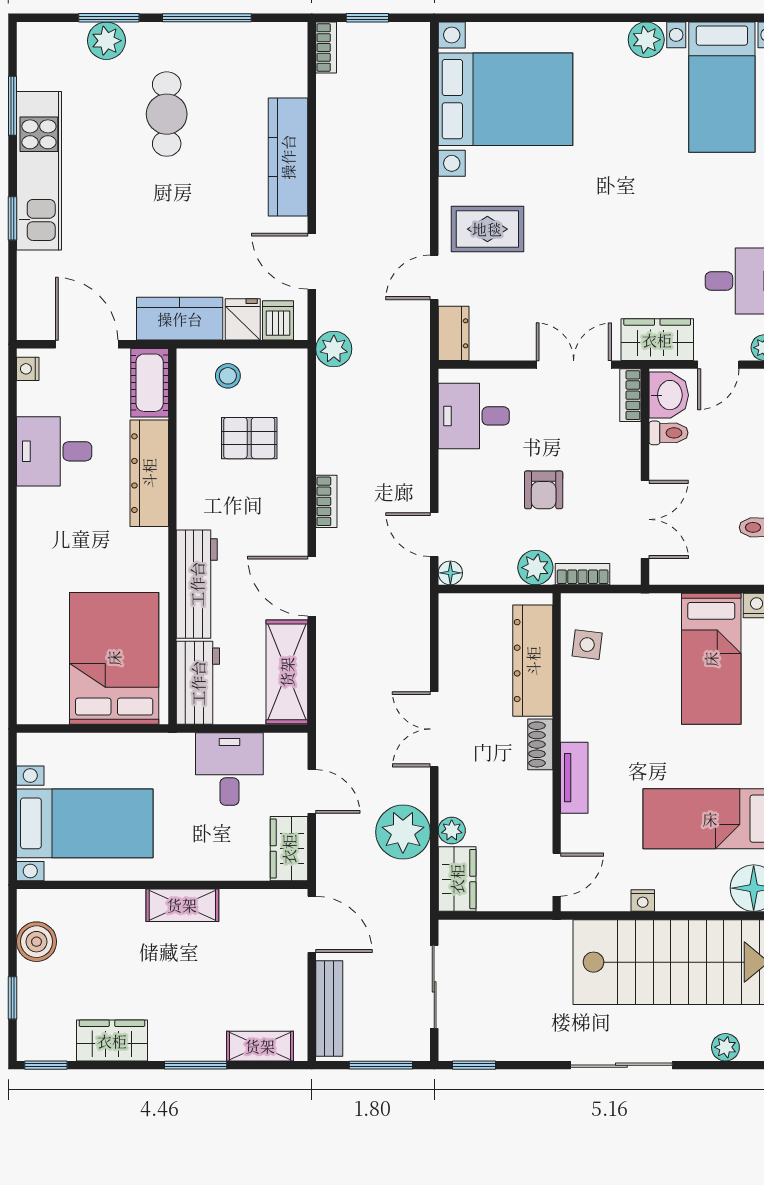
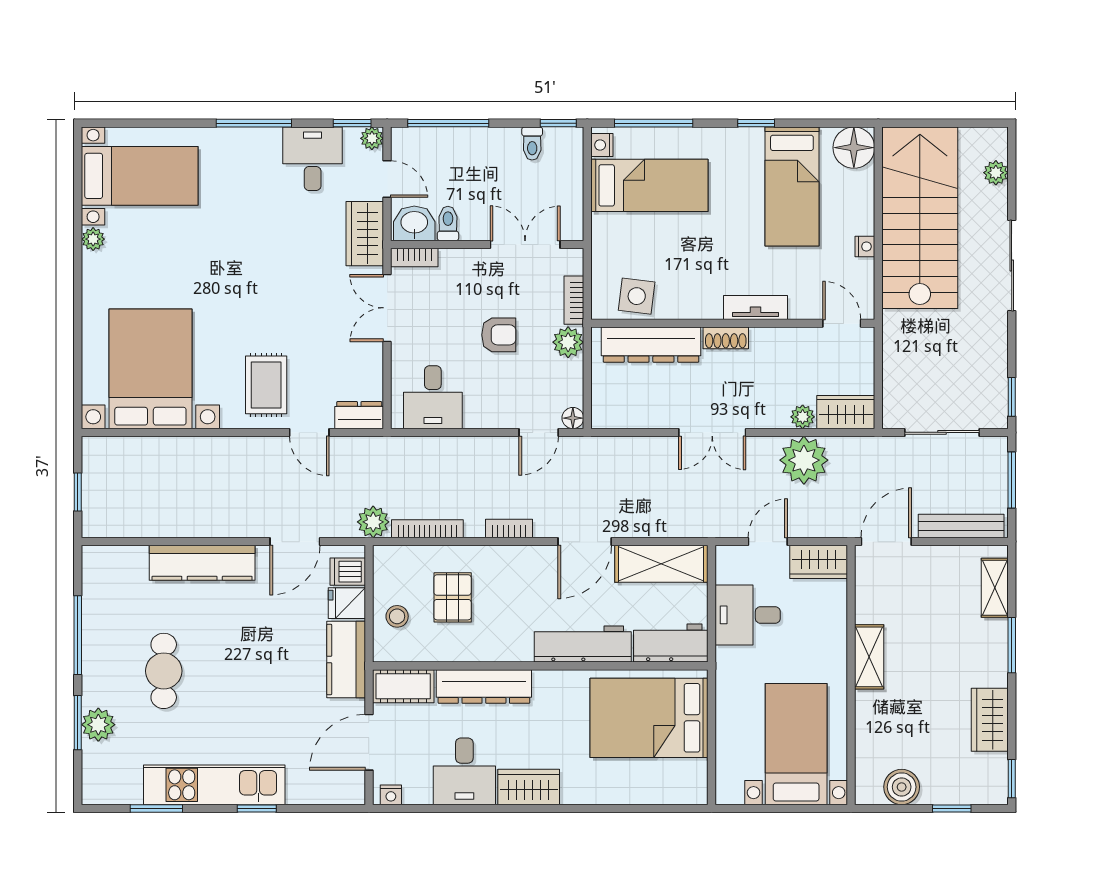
plant: (646, 40) -> (93, 239), width x0.73, depth x0.73
bookcase: (326, 47) -> (427, 529), moved, width x1.56
cafe table: (167, 114) -> (164, 671), turned 90
wardrobe: (37, 523) -> (529, 787), added
side table: (587, 645) -> (637, 296), width x1.37, depth x1.37

